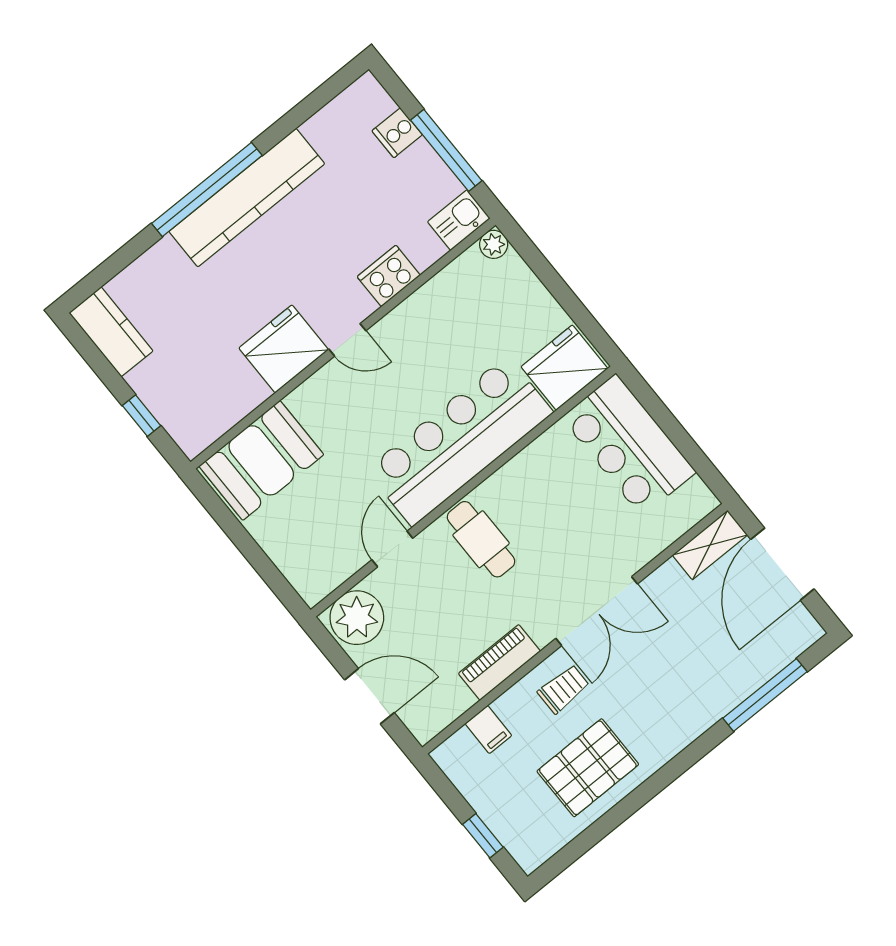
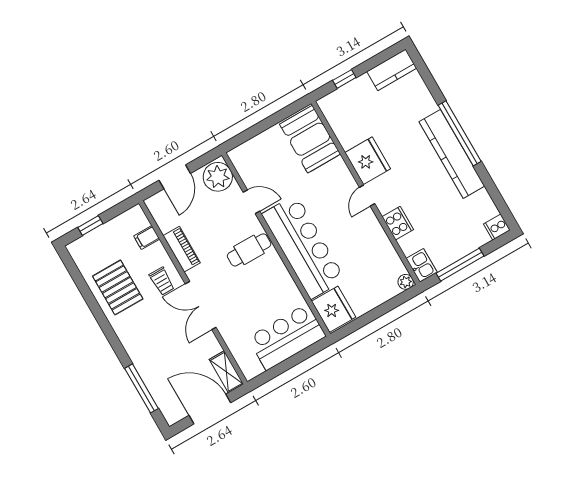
cooker: (397, 133) -> (497, 227), moved, turned -90

